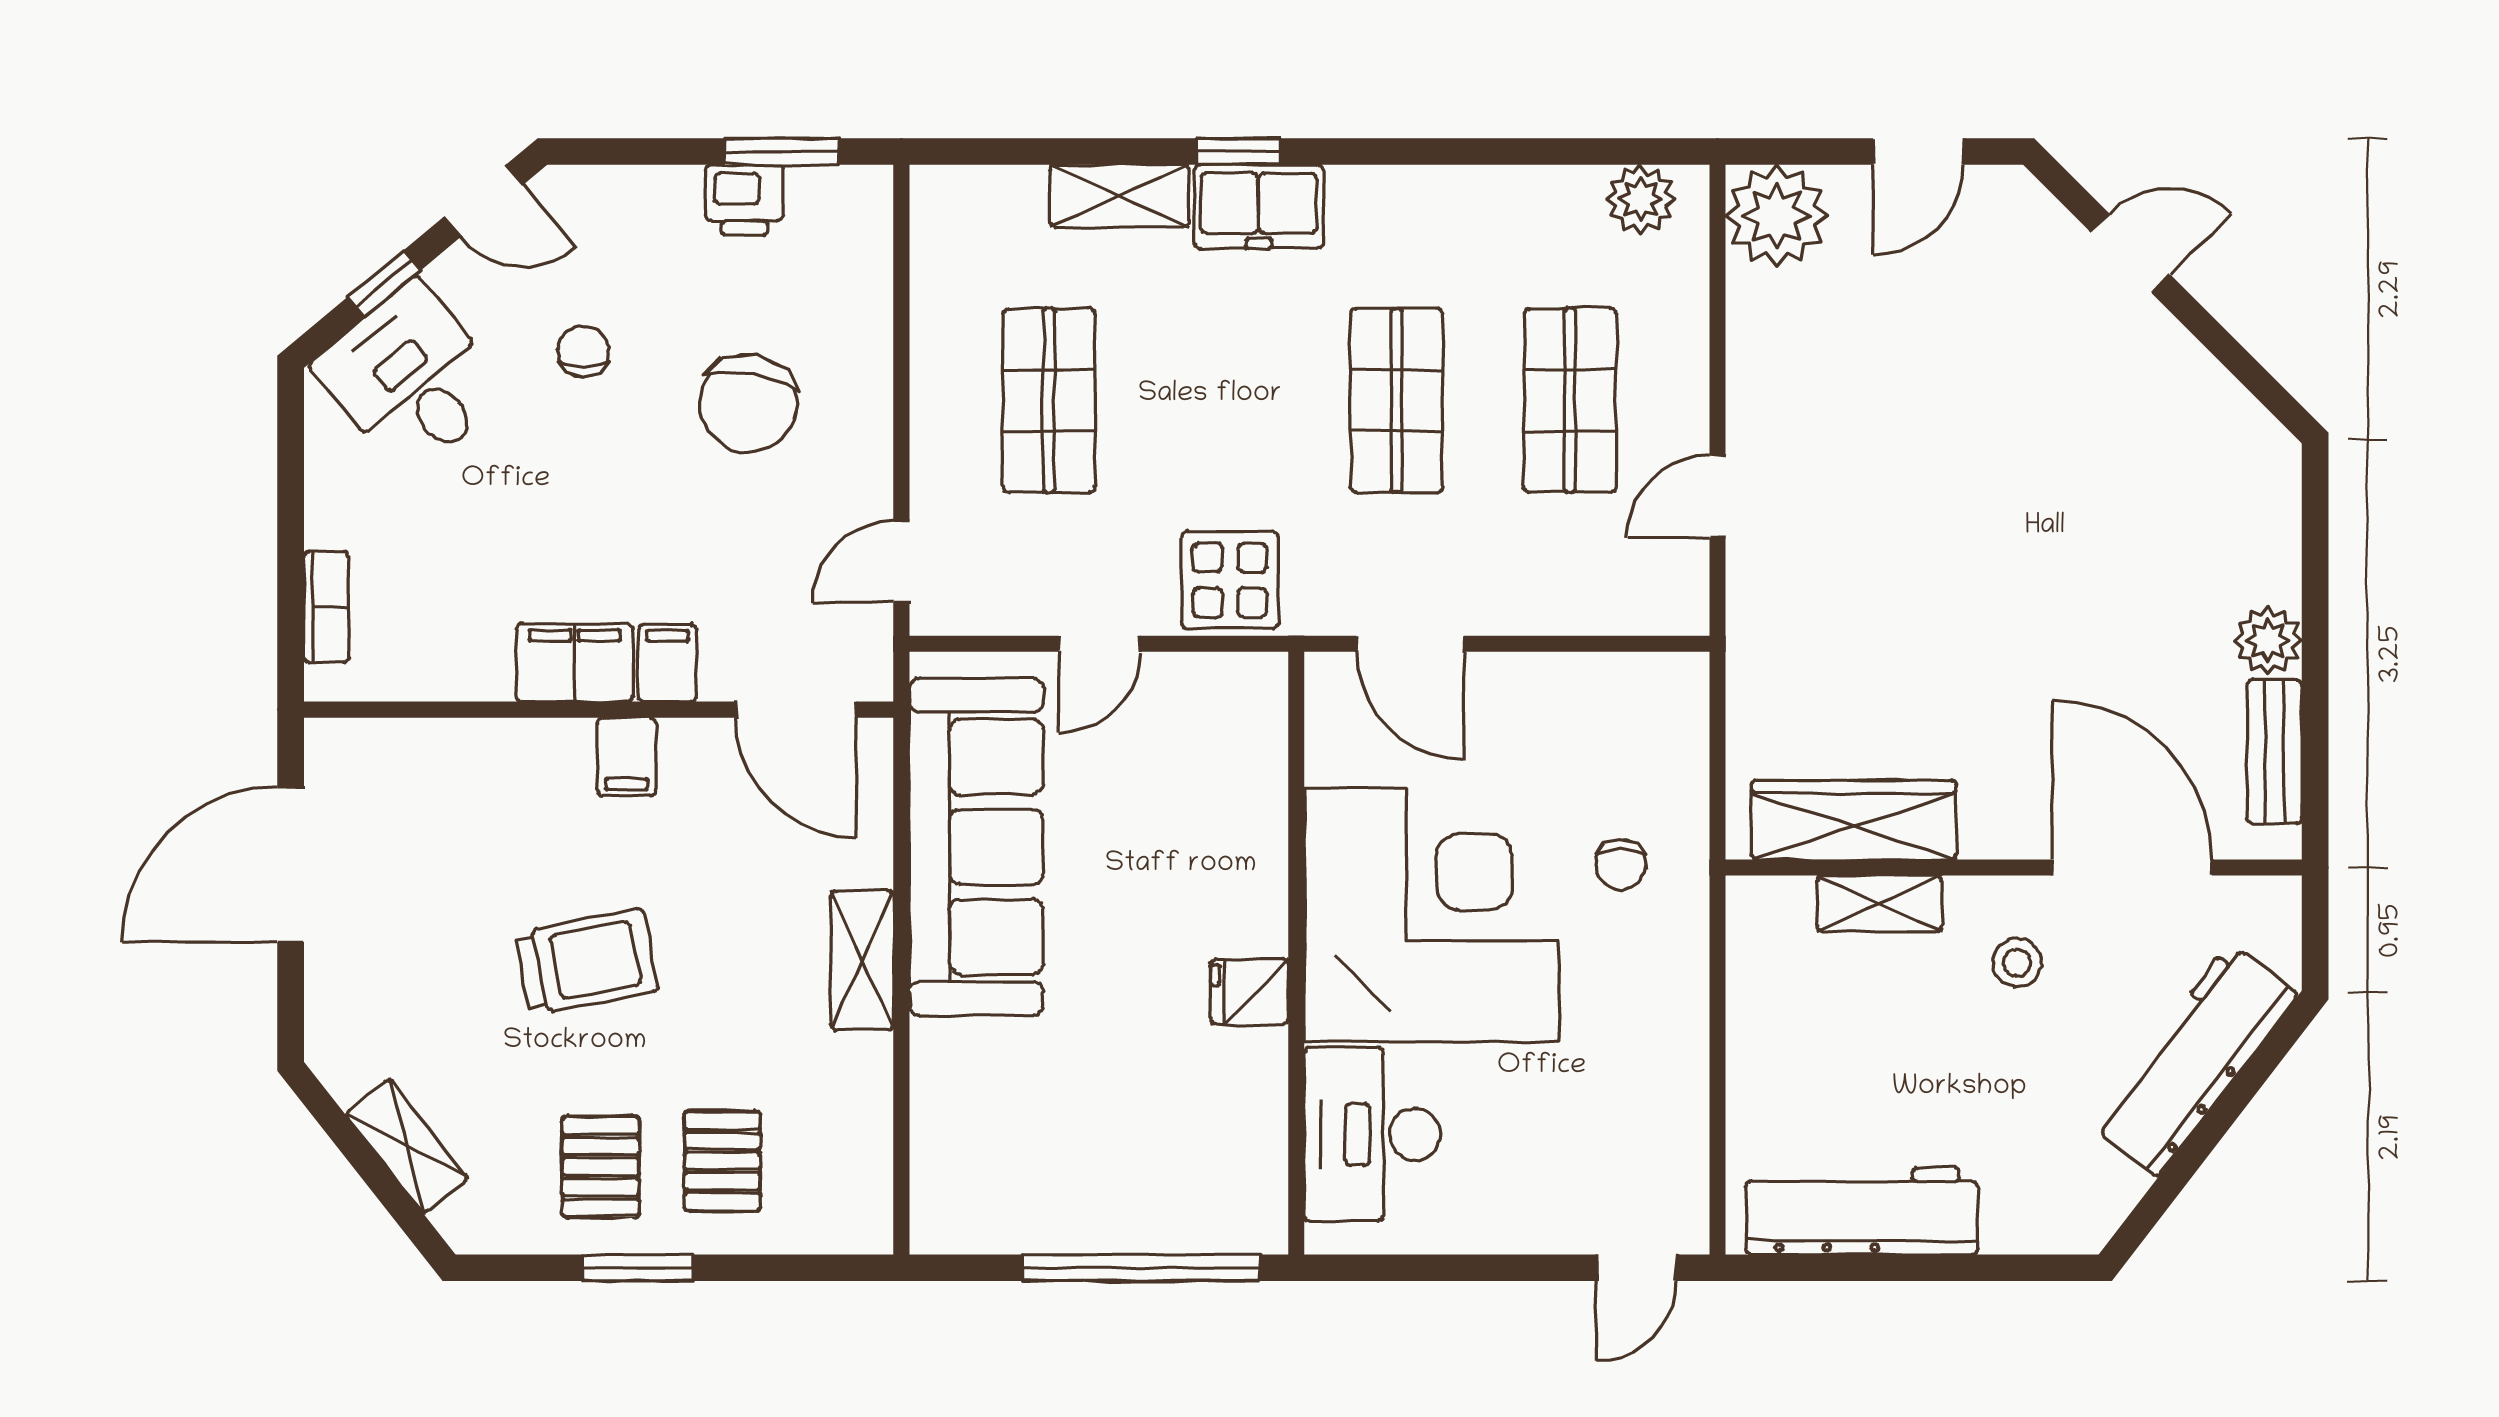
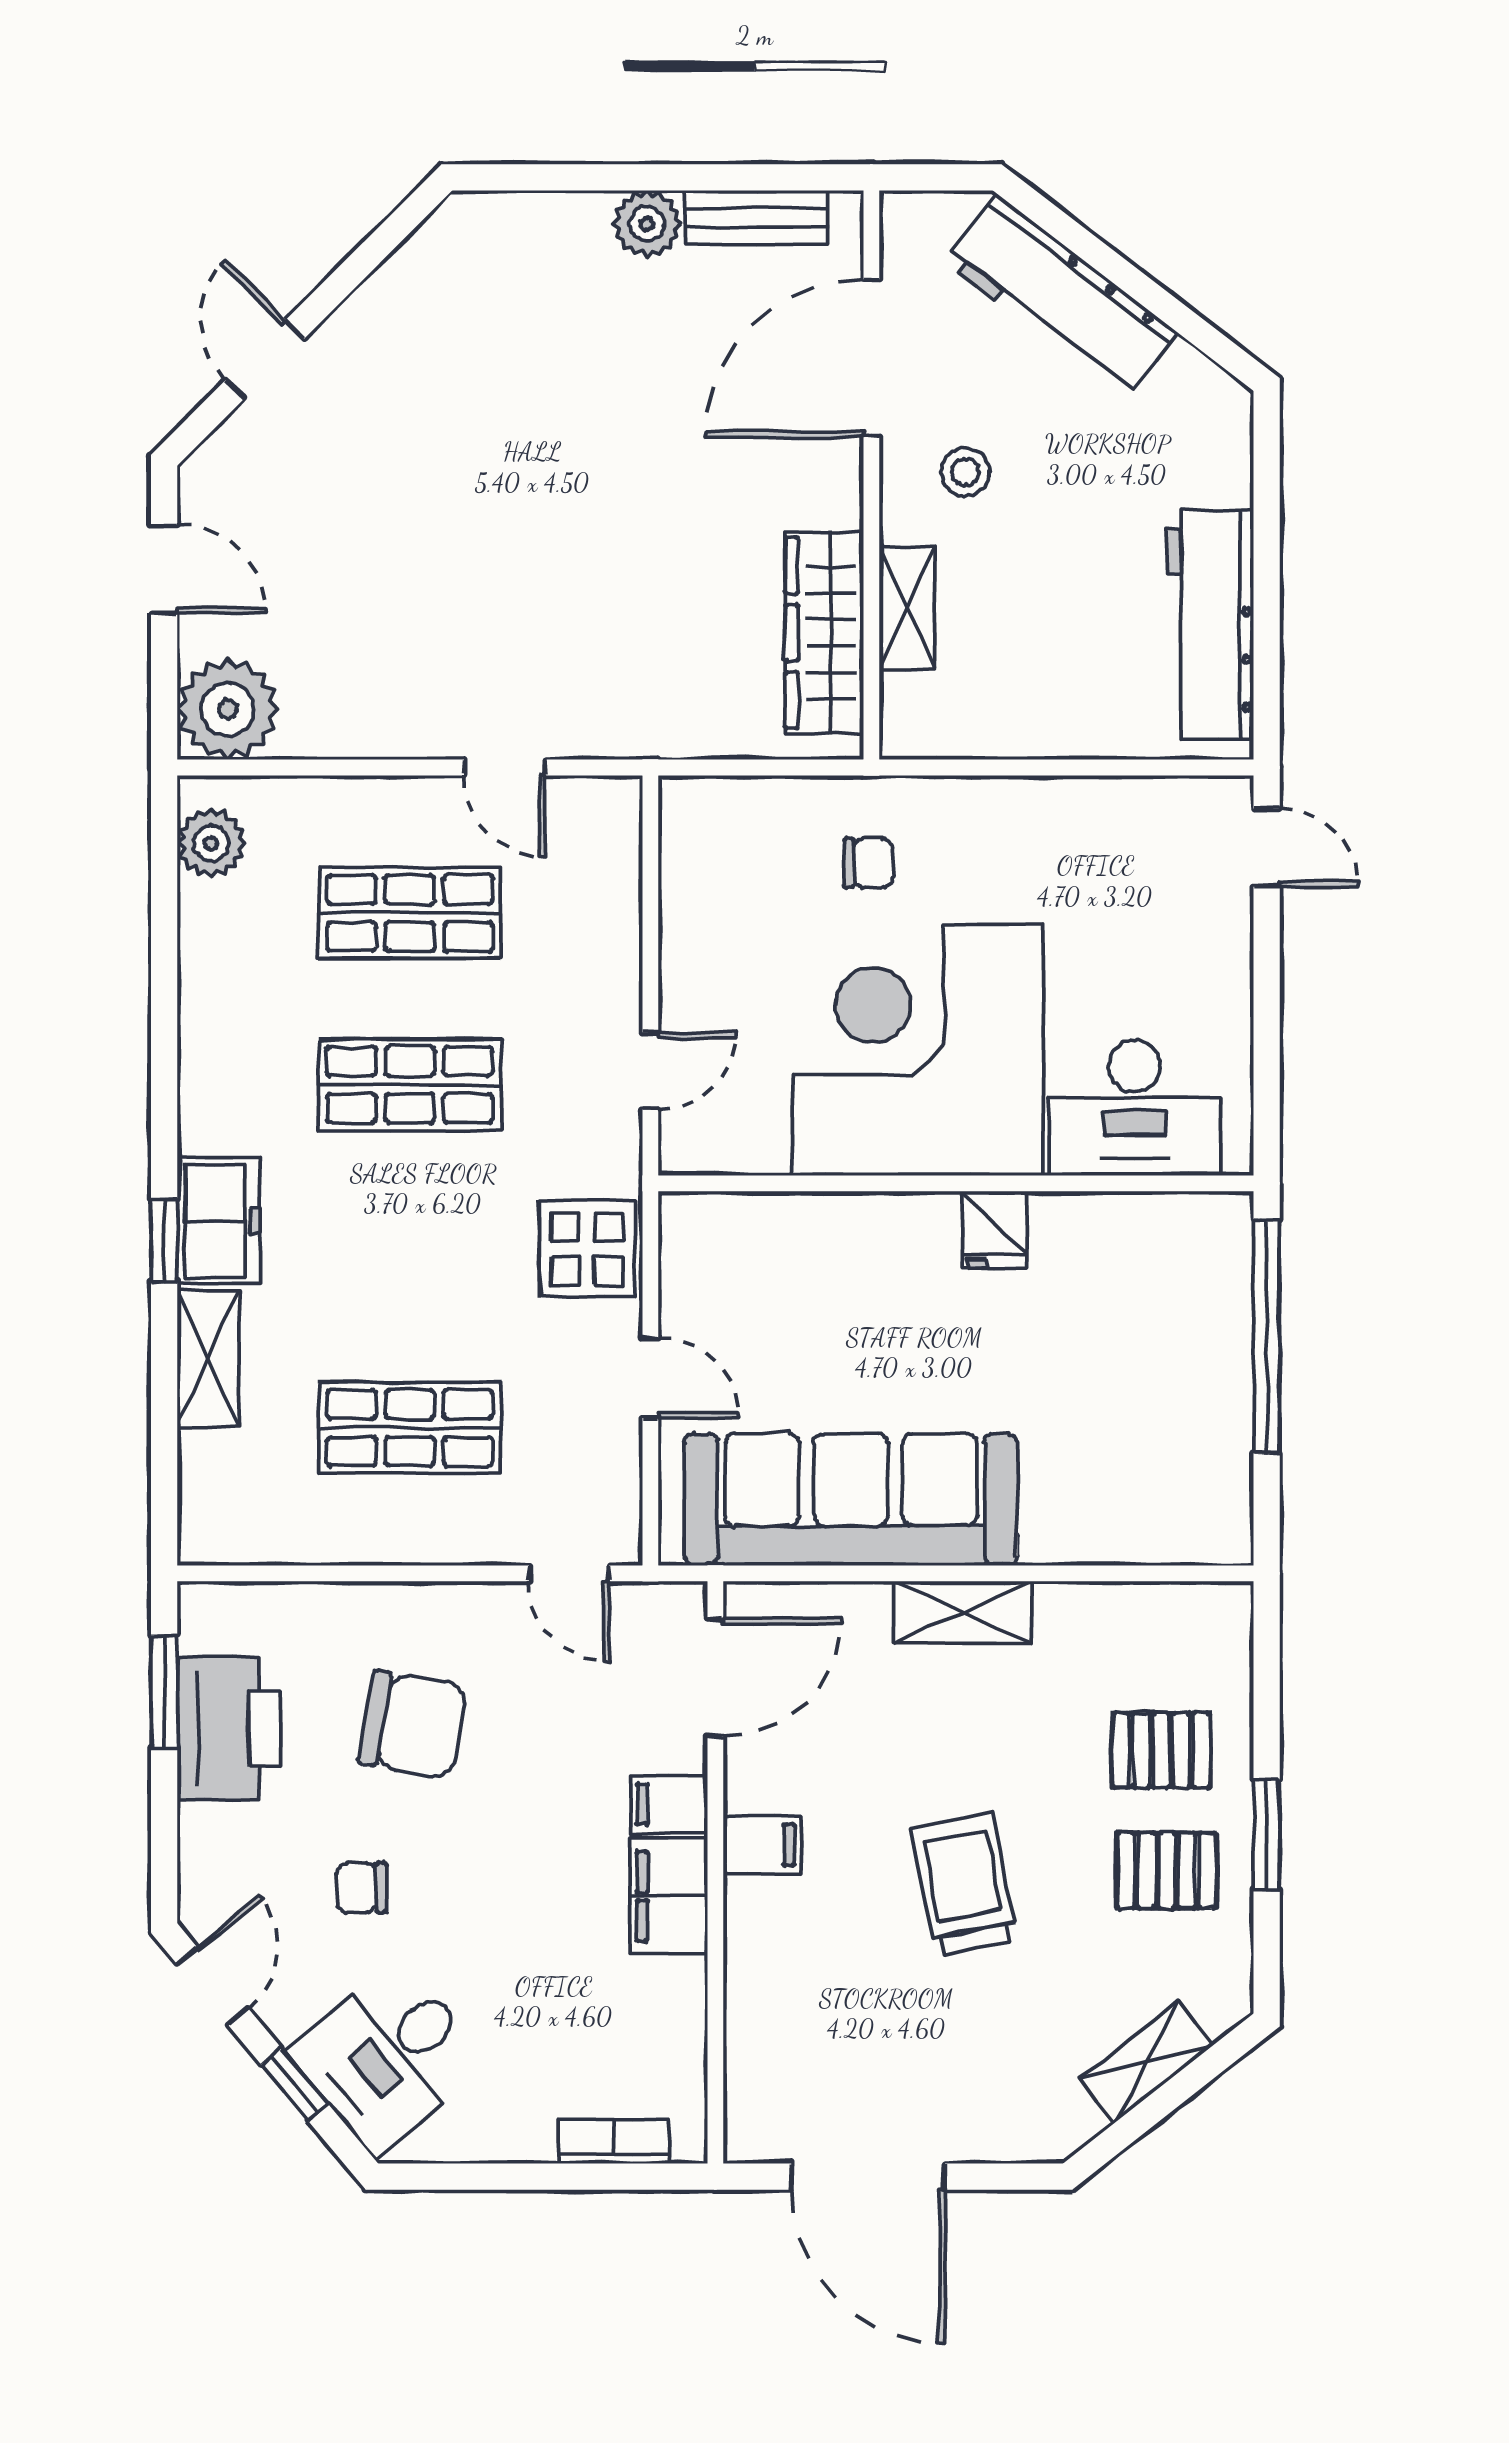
printer: (744, 200) -> (229, 1729), width x1.87, depth x1.48
door: (1410, 644) -> (650, 1071), width x0.73

